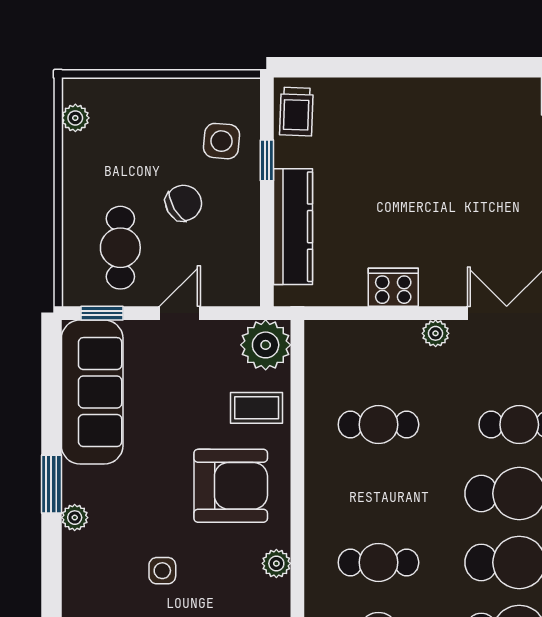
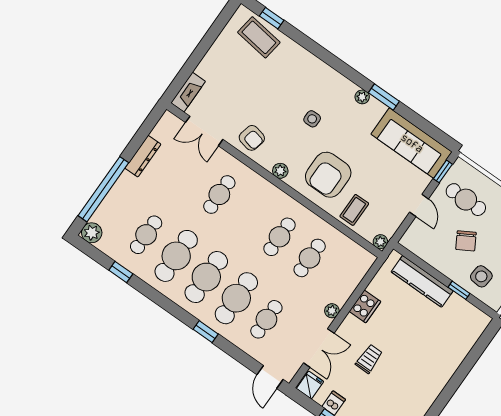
trolley: (296, 112) -> (369, 359), moved, turned 88
plant: (266, 345) -> (380, 242), width x0.53, depth x0.53
cafe table: (378, 562) -> (279, 237), moved

